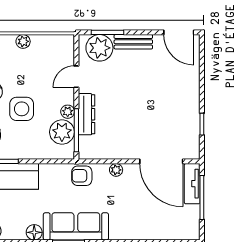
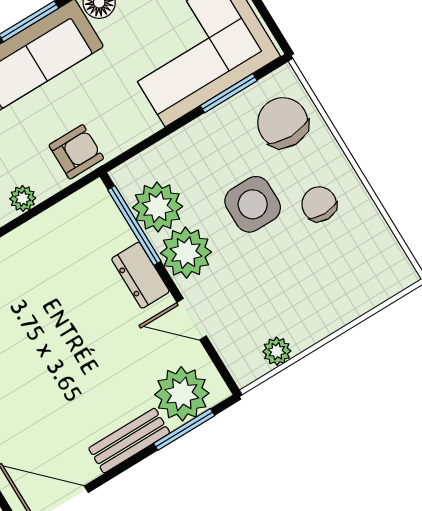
plant: (23, 41) -> (277, 351), moved
door: (76, 77) -> (192, 319), swing flipped
plant: (68, 112) -> (186, 253), width x1.87, depth x1.87
dresser: (87, 114) -> (140, 275), width x0.70

